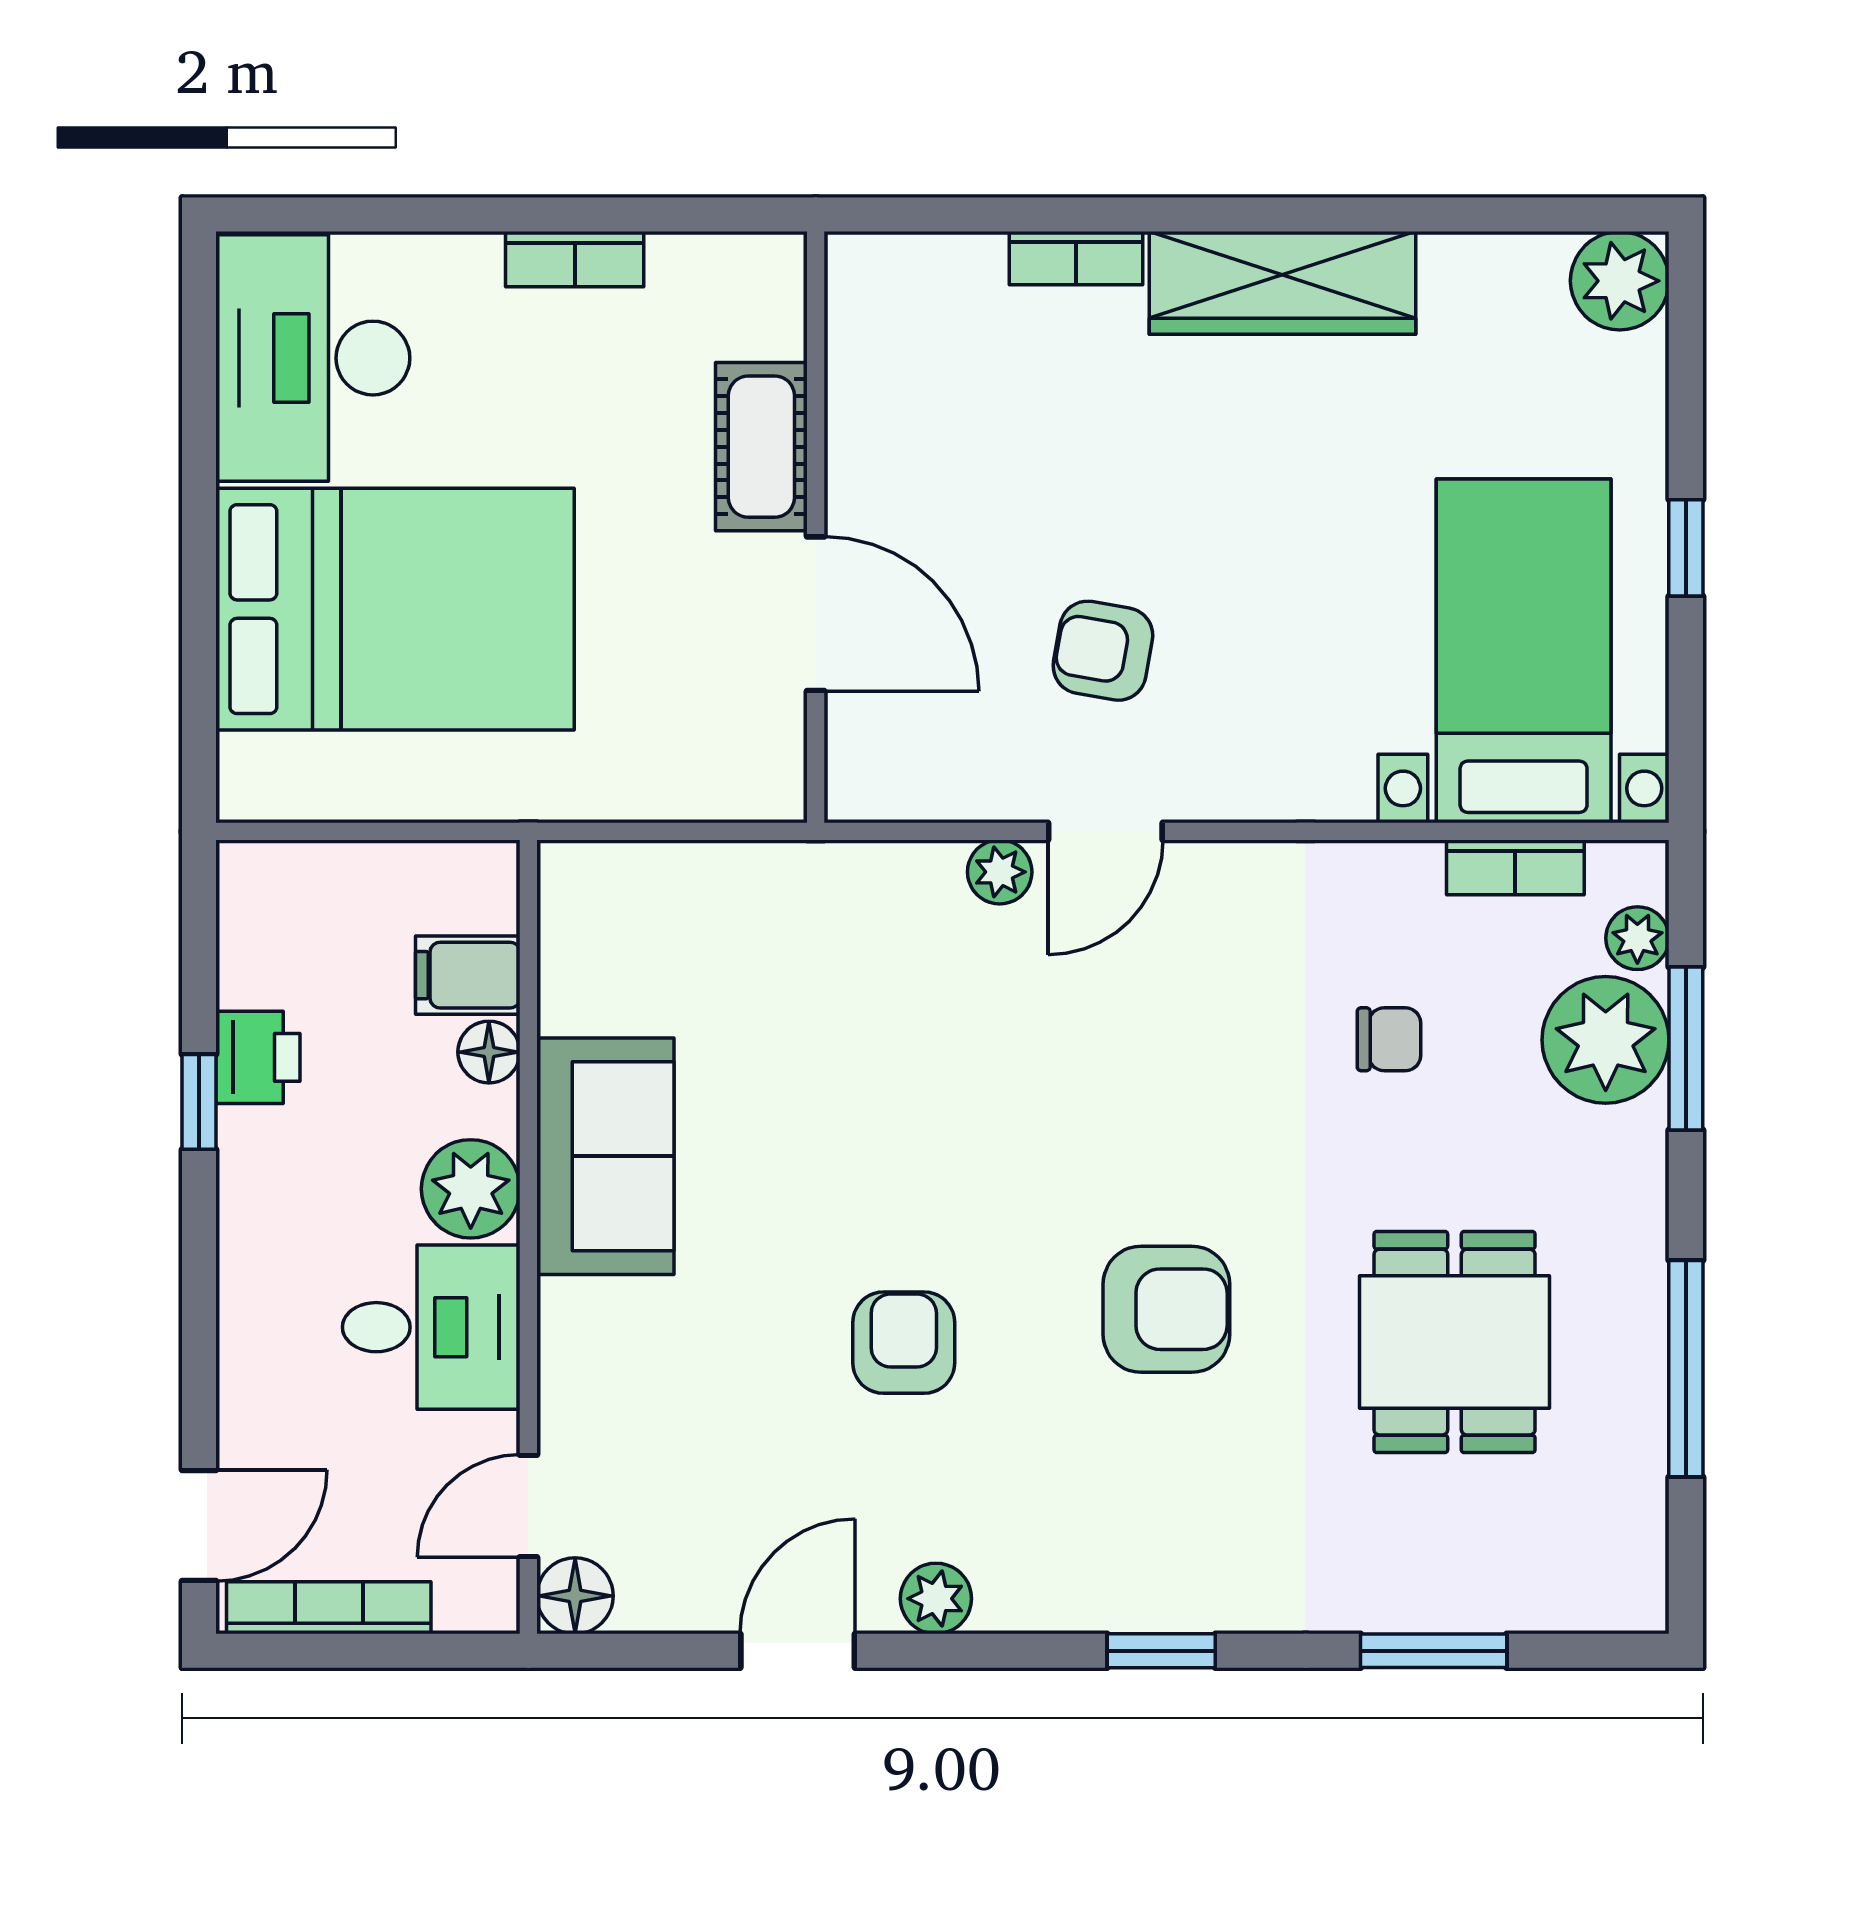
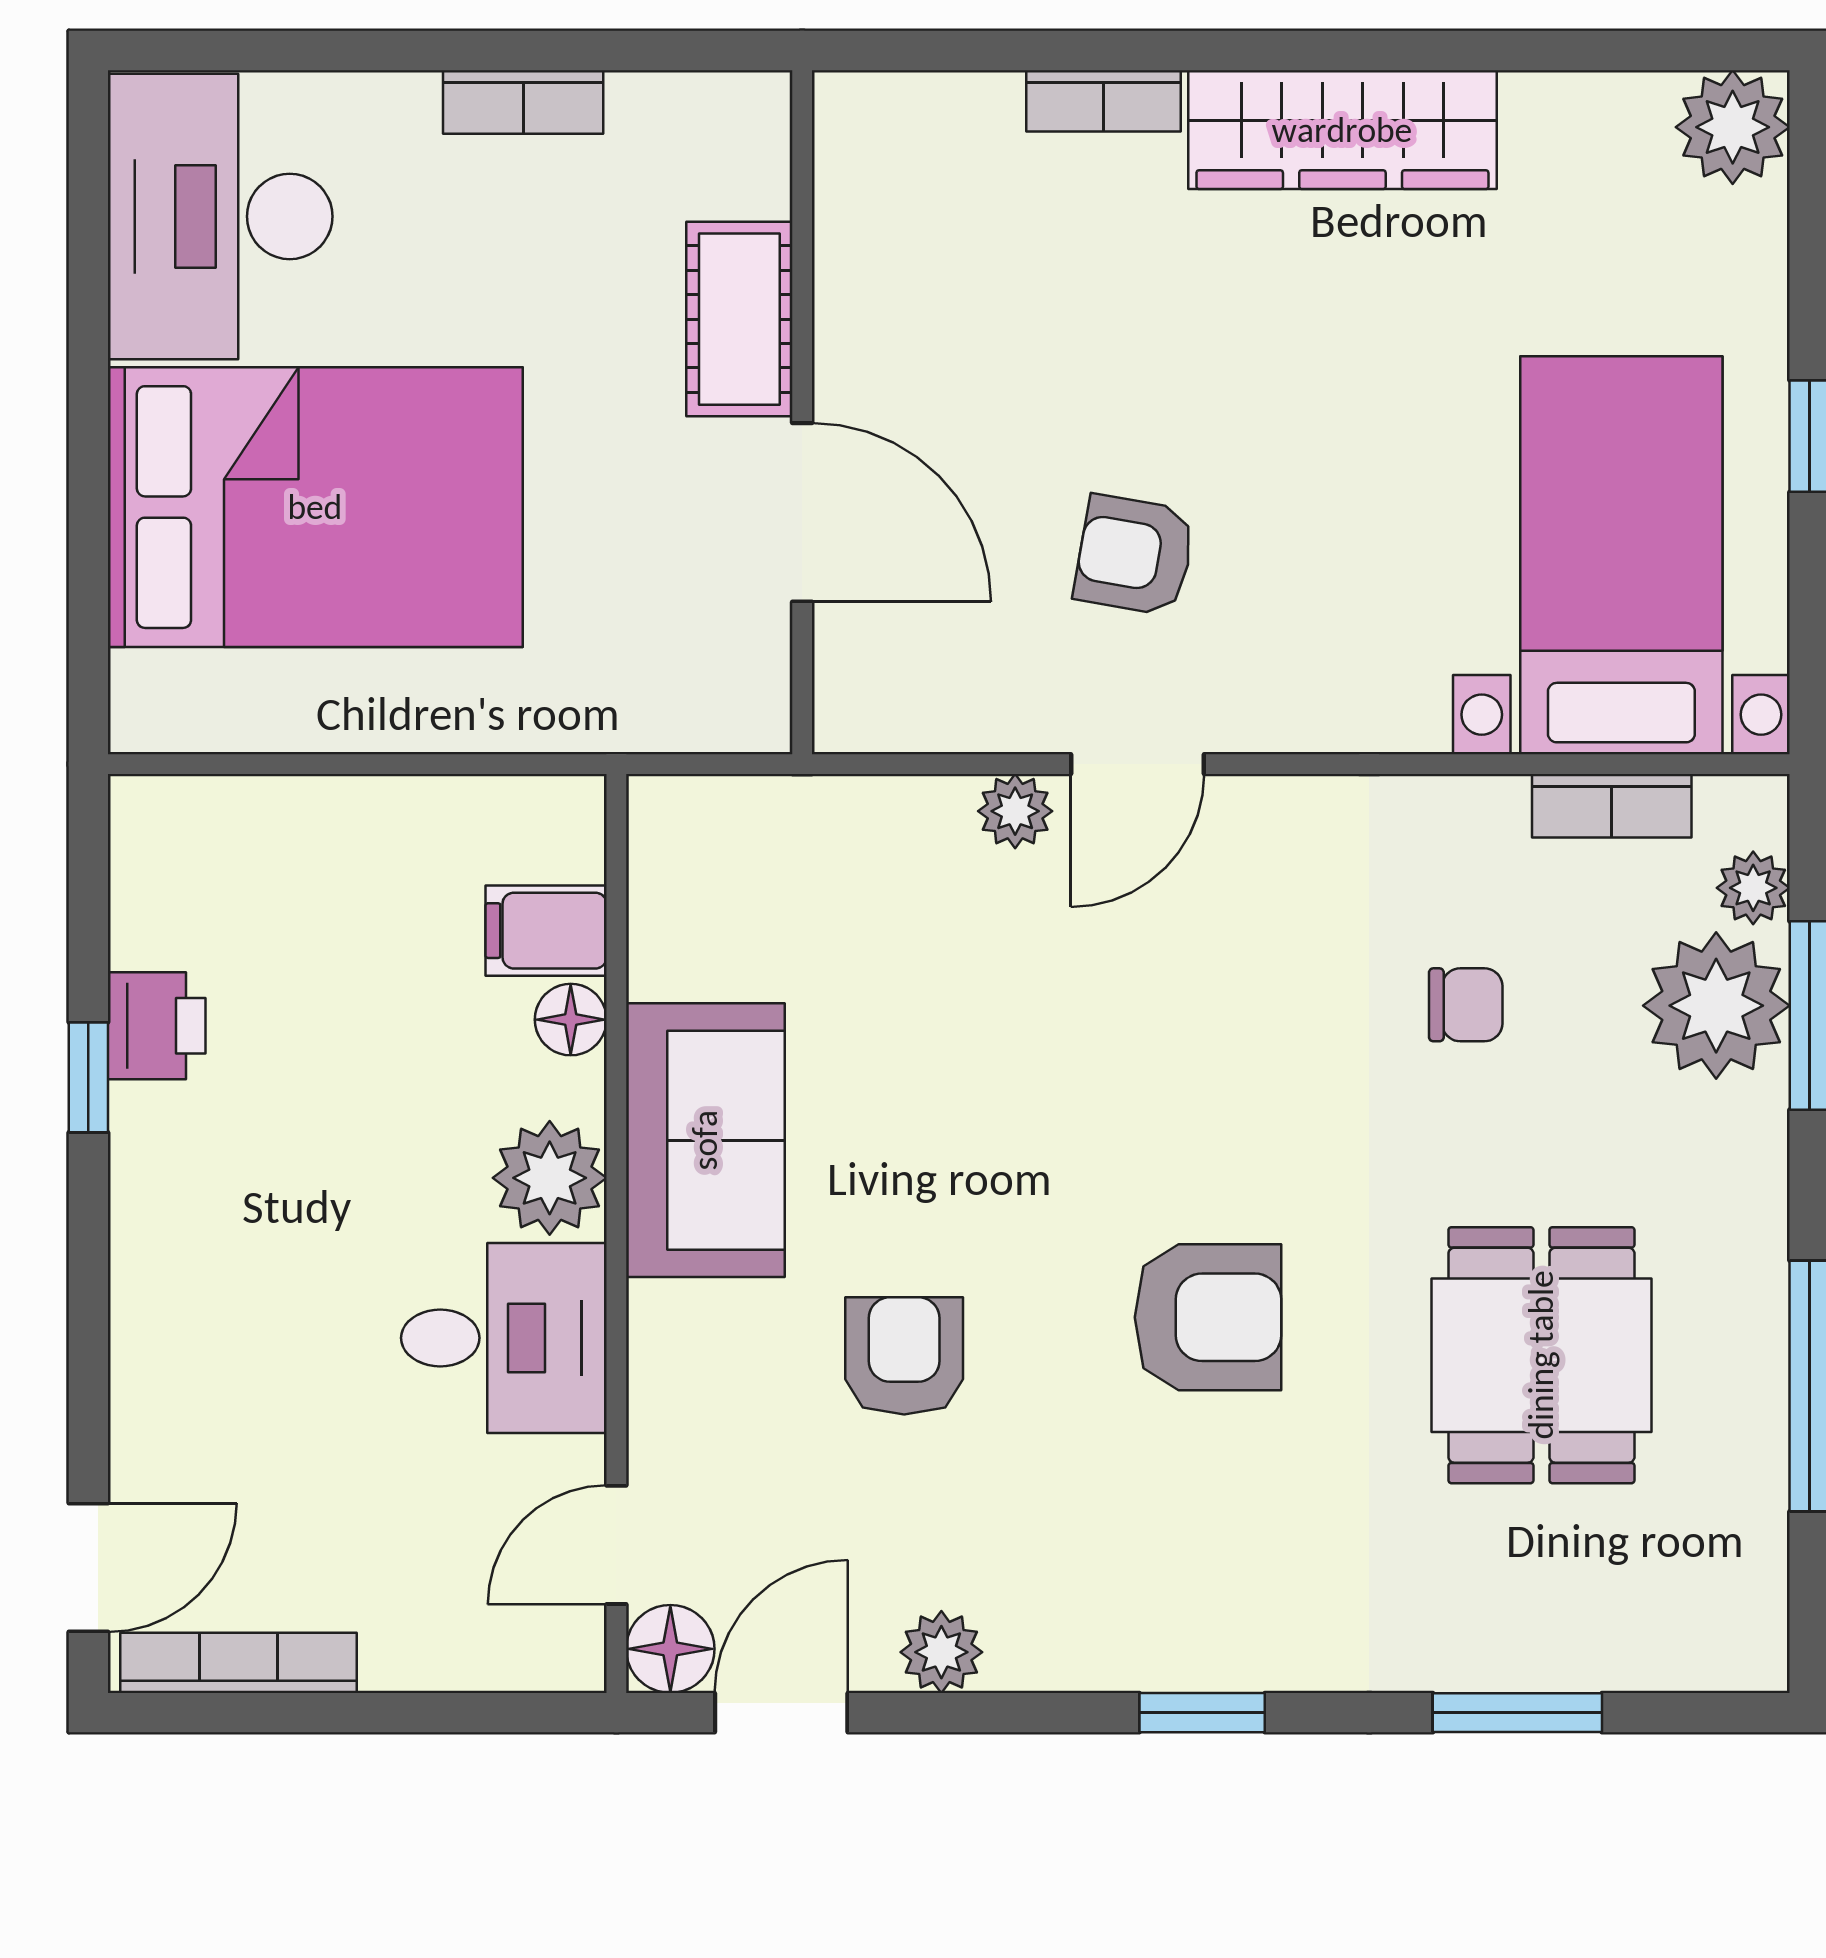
filing cabinet: (468, 975) -> (546, 931), moved
floor lamp: (489, 1052) -> (571, 1020), moved
sofa: (605, 1156) -> (705, 1140), moved
plant: (471, 1189) -> (550, 1178), moved
wall: (528, 1237) -> (616, 1234), moved
desk: (431, 1327) -> (504, 1338), moved
door: (528, 1506) -> (616, 1545), moved
floor lamp: (575, 1596) -> (670, 1649), moved

